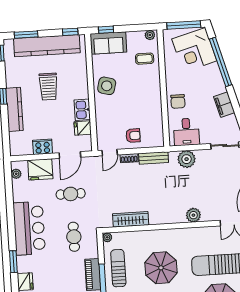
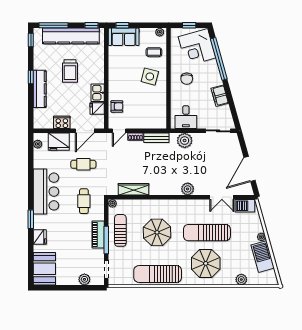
window: (184, 25) -> (189, 25), width x0.46
window: (26, 35) -> (53, 25), width x1.44
side table: (107, 86) -> (150, 77), moved
chair: (178, 101) -> (187, 79), moved
armchair: (133, 136) -> (117, 106), moved

